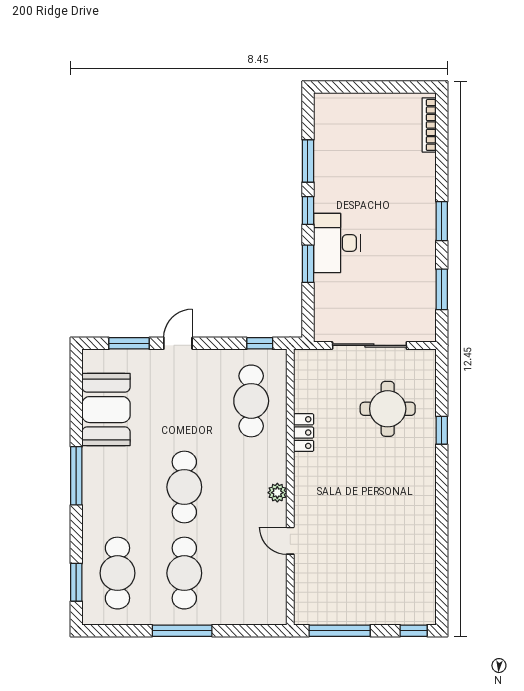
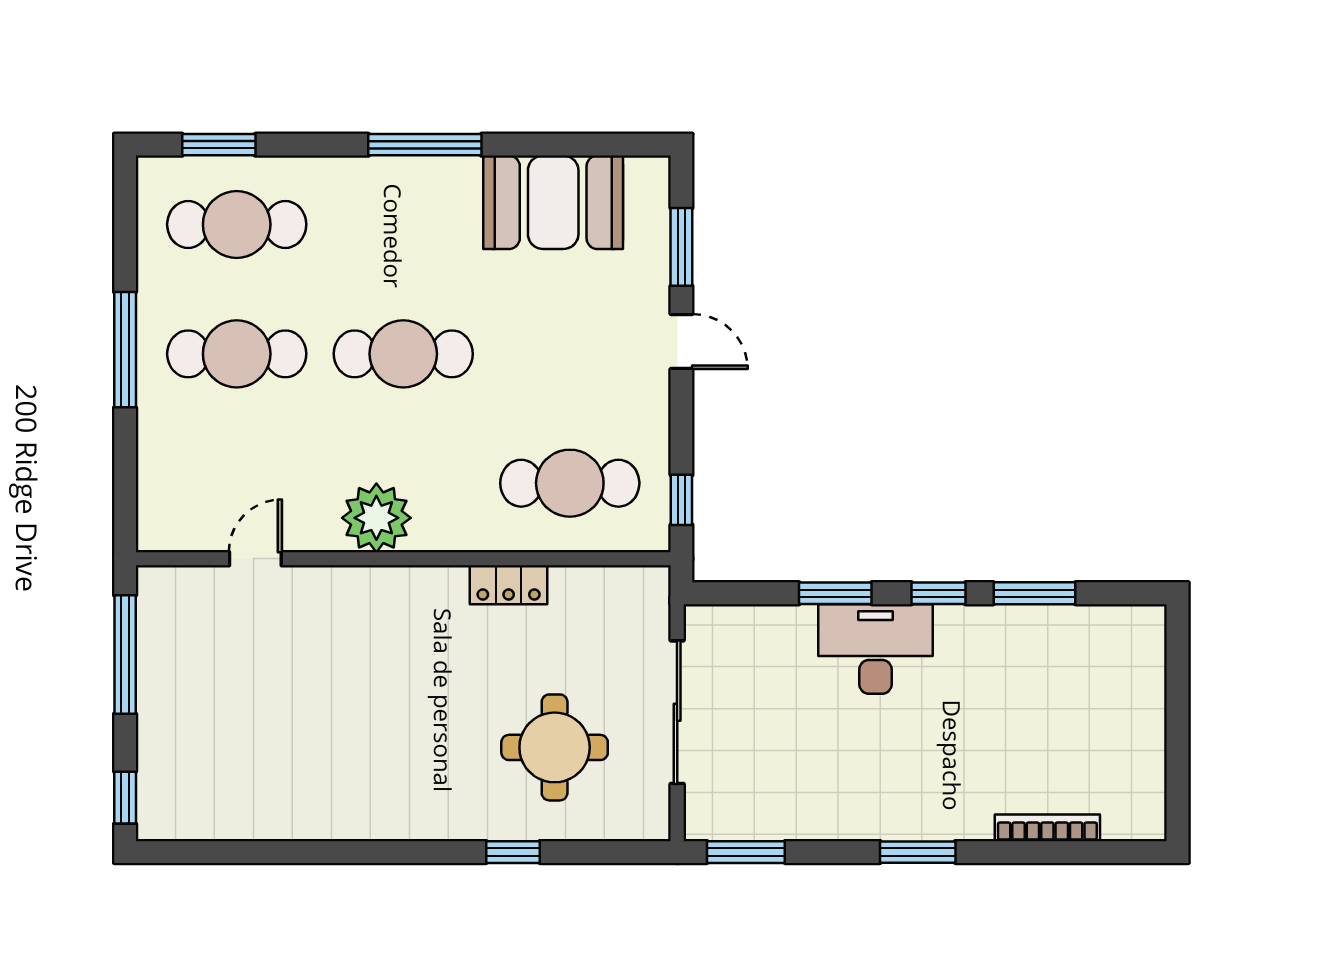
bookcase: (429, 125) -> (1047, 828), moved
window: (442, 289) -> (746, 852), moved
plant: (277, 493) -> (376, 518), width x1.88, depth x1.88
door: (290, 541) -> (255, 559), moved

